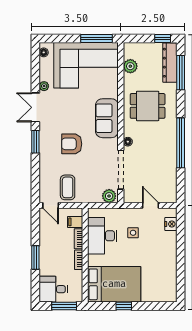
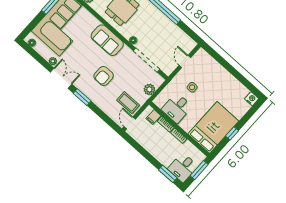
double door: (35, 107) -> (61, 78), swing flipped
plant: (109, 196) -> (149, 89), moved
door: (51, 205) -> (130, 123), swing flipped
door: (150, 205) -> (185, 61), hinge flipped
nightstand: (171, 224) -> (252, 99), moved
desk: (102, 236) -> (177, 108), width x0.73
window: (35, 257) -> (168, 174), moved

